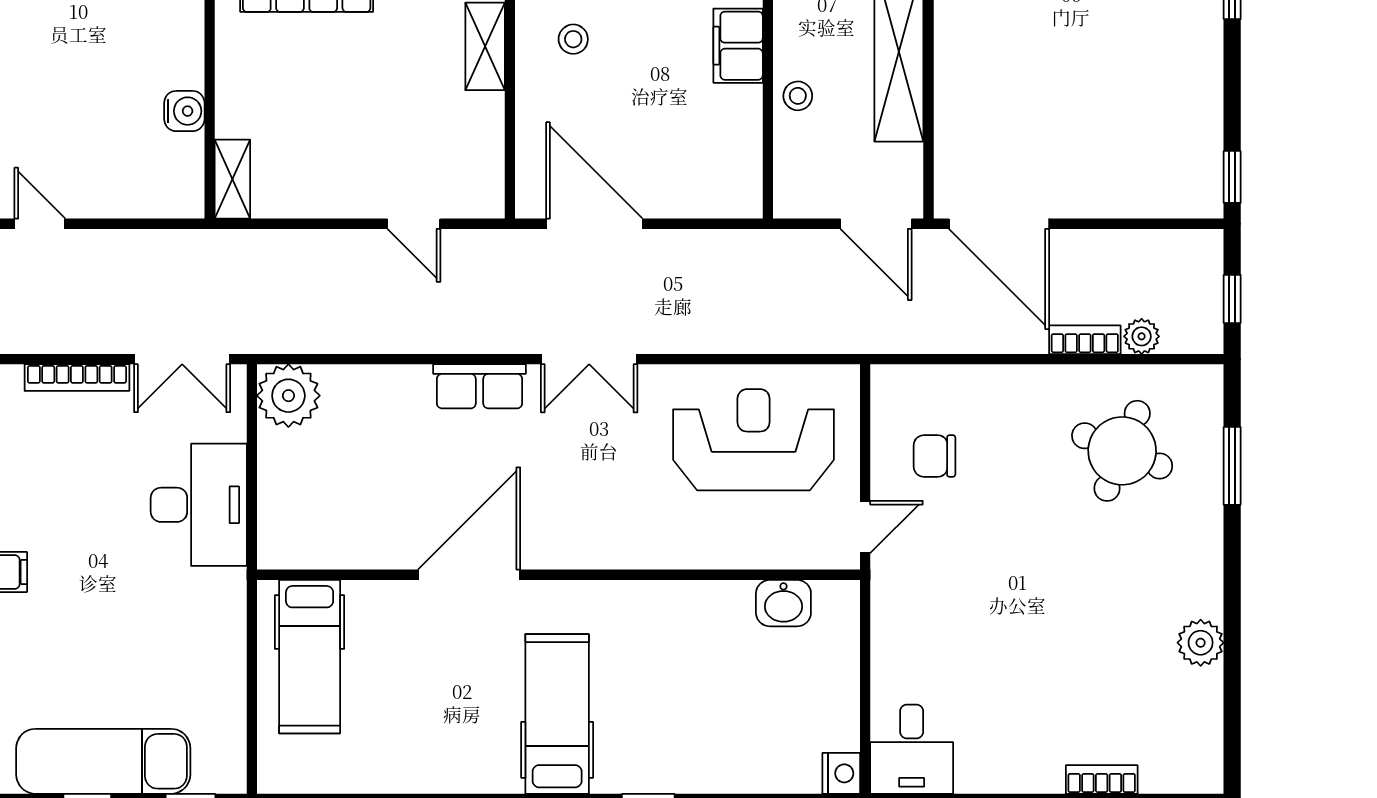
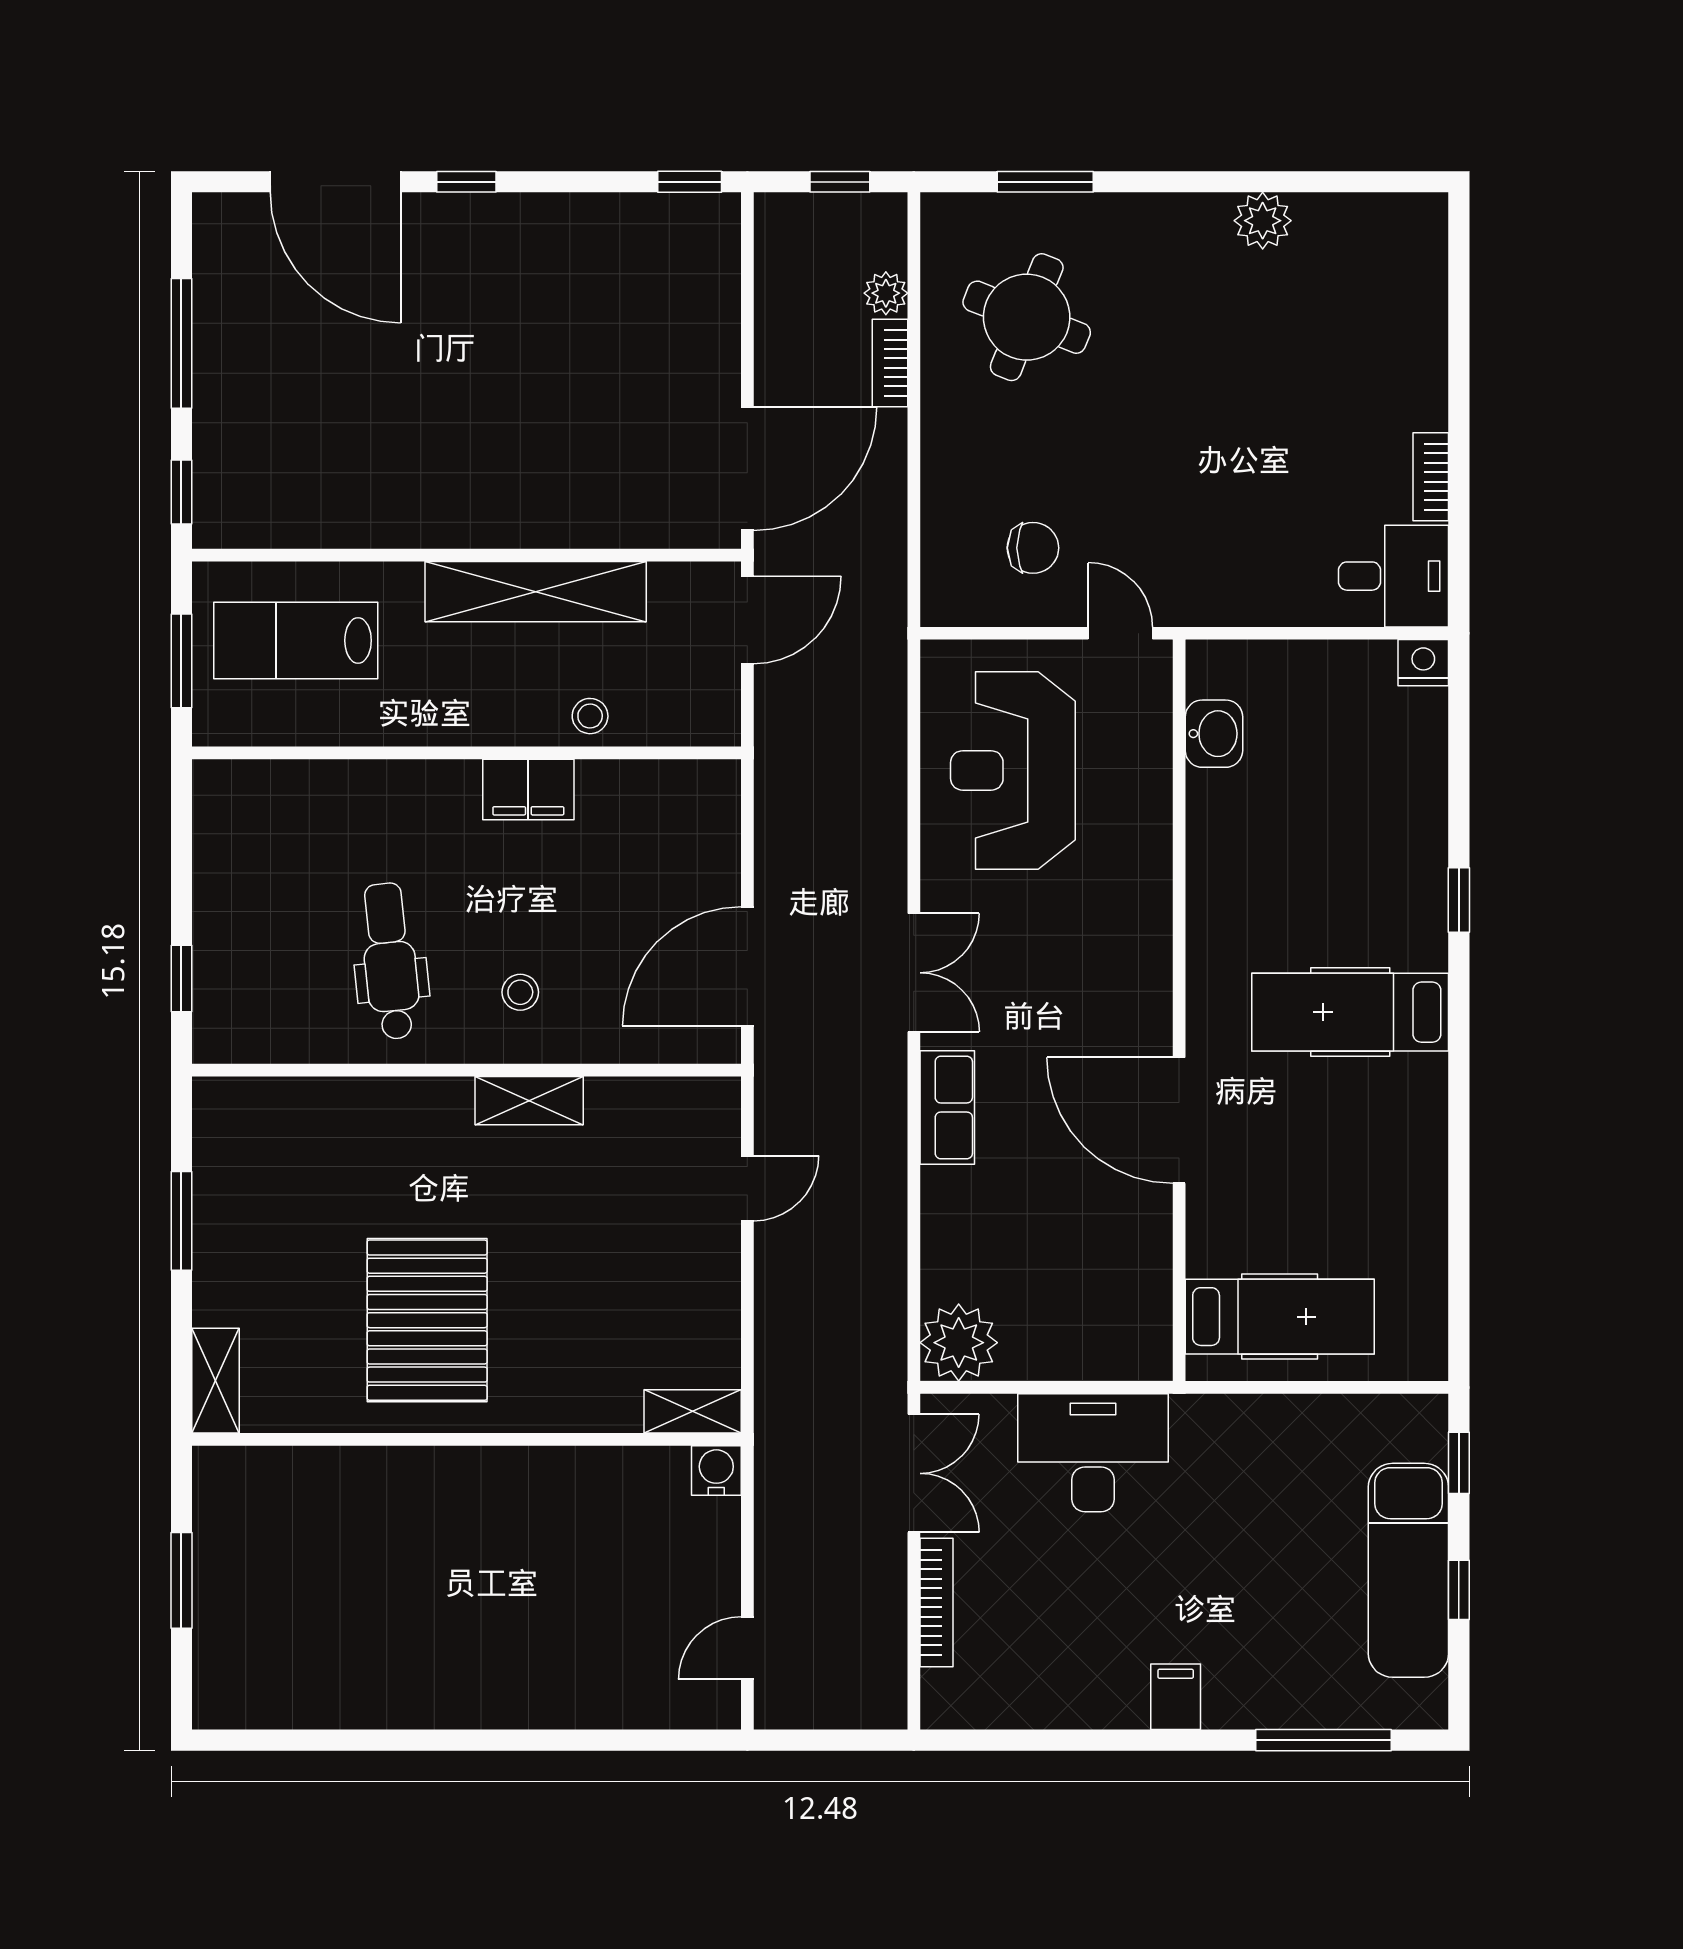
water cooler: (184, 111) -> (716, 1471), moved
chair: (935, 456) -> (1033, 548), turned -90
bookcase: (1102, 779) -> (1431, 477), moved

